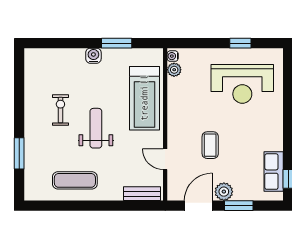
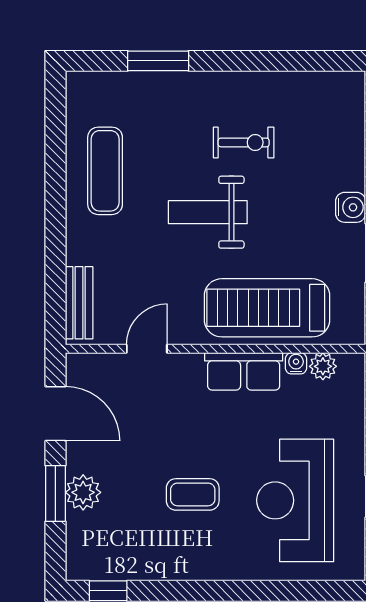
water cooler: (173, 56) -> (296, 363), moved
weight bench: (96, 128) -> (208, 212), turned 180
coffee table: (210, 145) -> (193, 494), moved
row of seats: (274, 172) -> (244, 371), moved, turned 180
plant: (224, 192) -> (83, 492), moved

